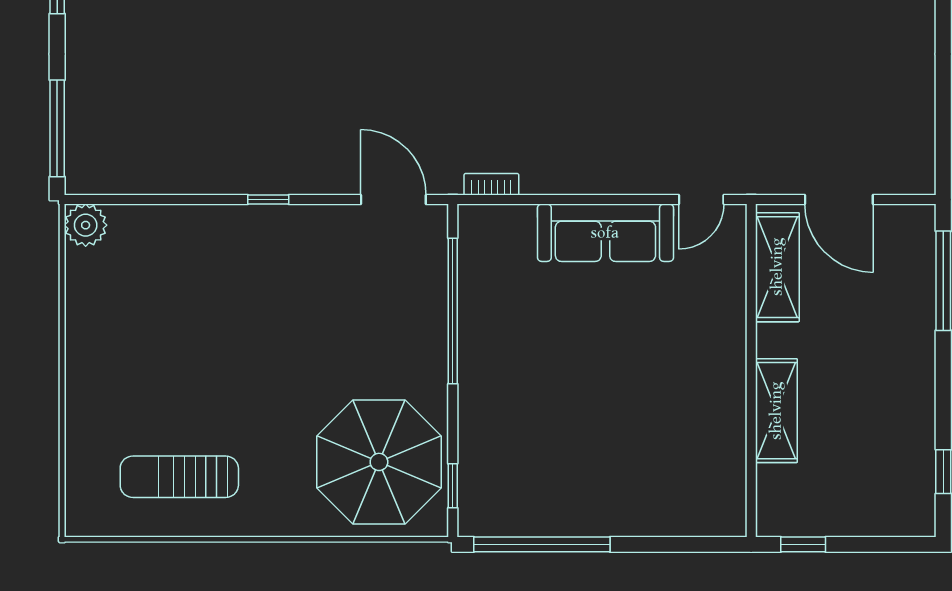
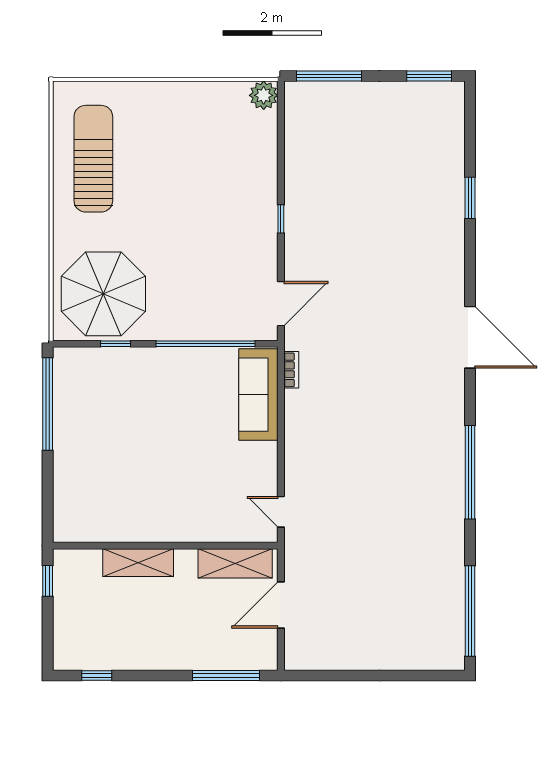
sofa: (605, 233) -> (258, 395), moved
sun lounger: (179, 477) -> (93, 159), width x1.36, depth x1.34
window: (453, 486) -> (115, 344), moved

